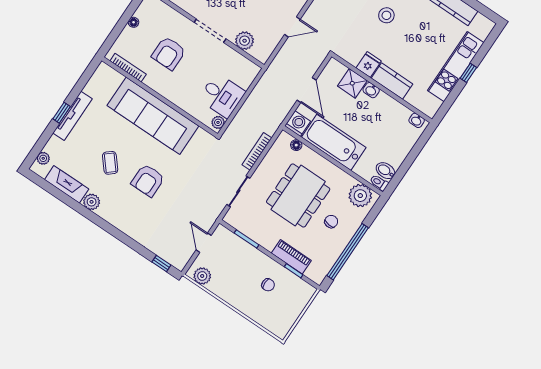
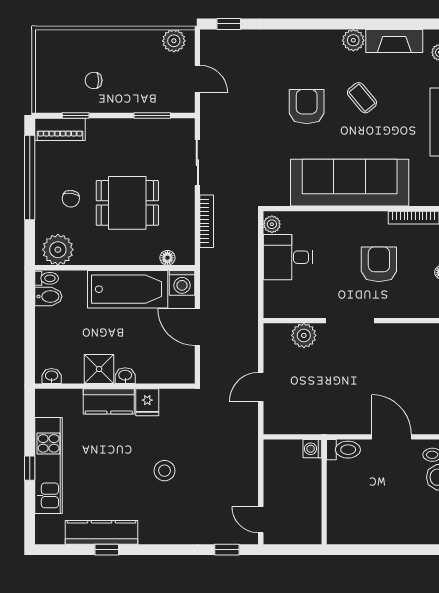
shower: (352, 83) -> (99, 369), moved
dining table: (298, 195) -> (127, 203), width x0.73
piano: (291, 257) -> (60, 129), moved

